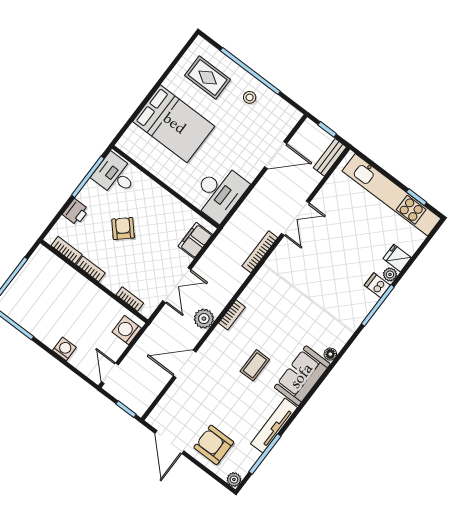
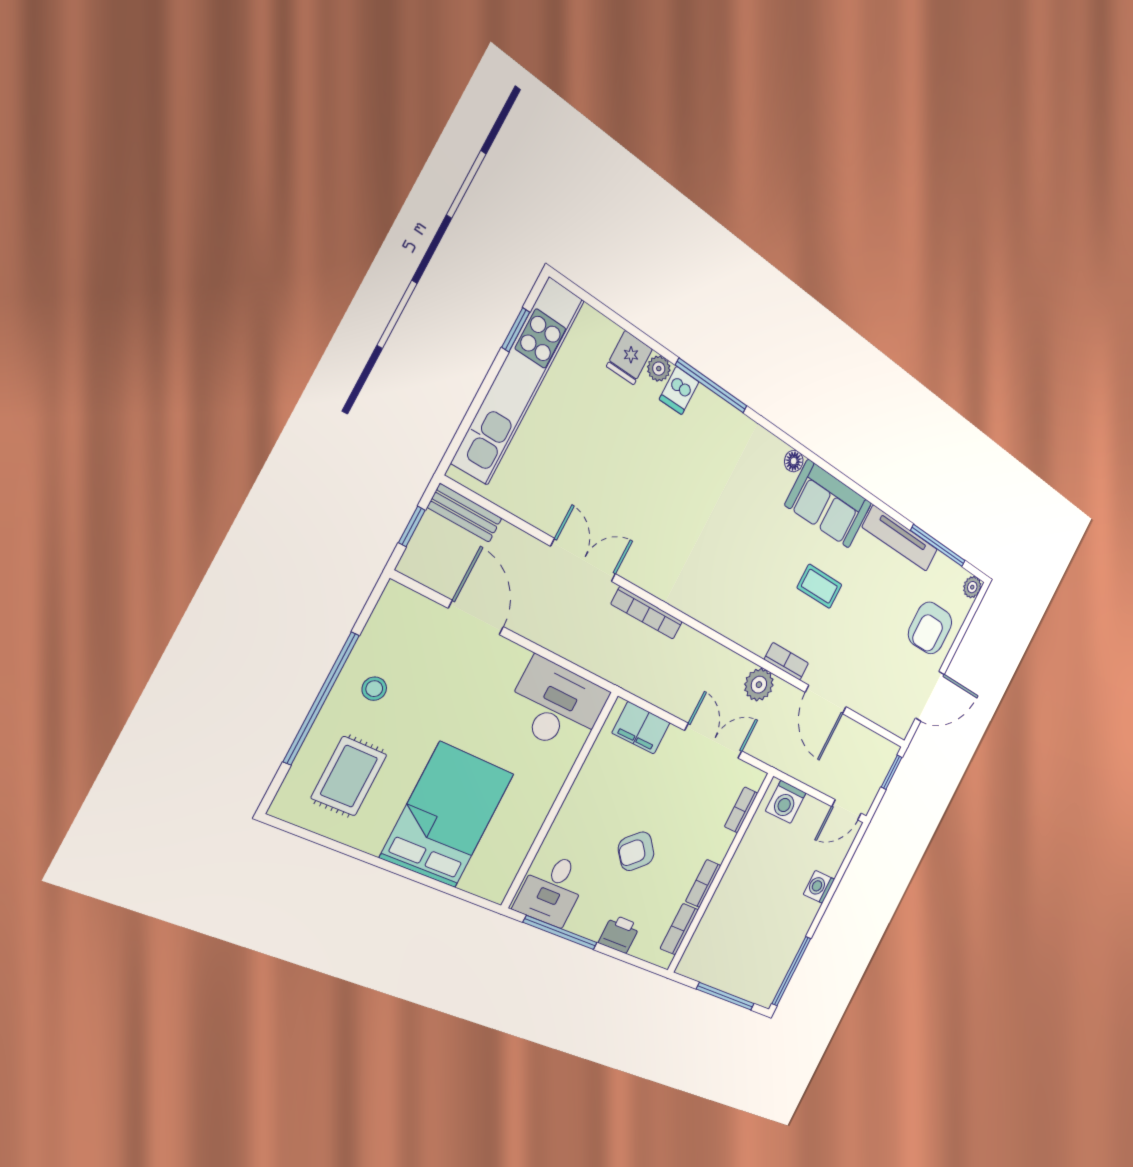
bookcase: (232, 315) -> (786, 661), moved

